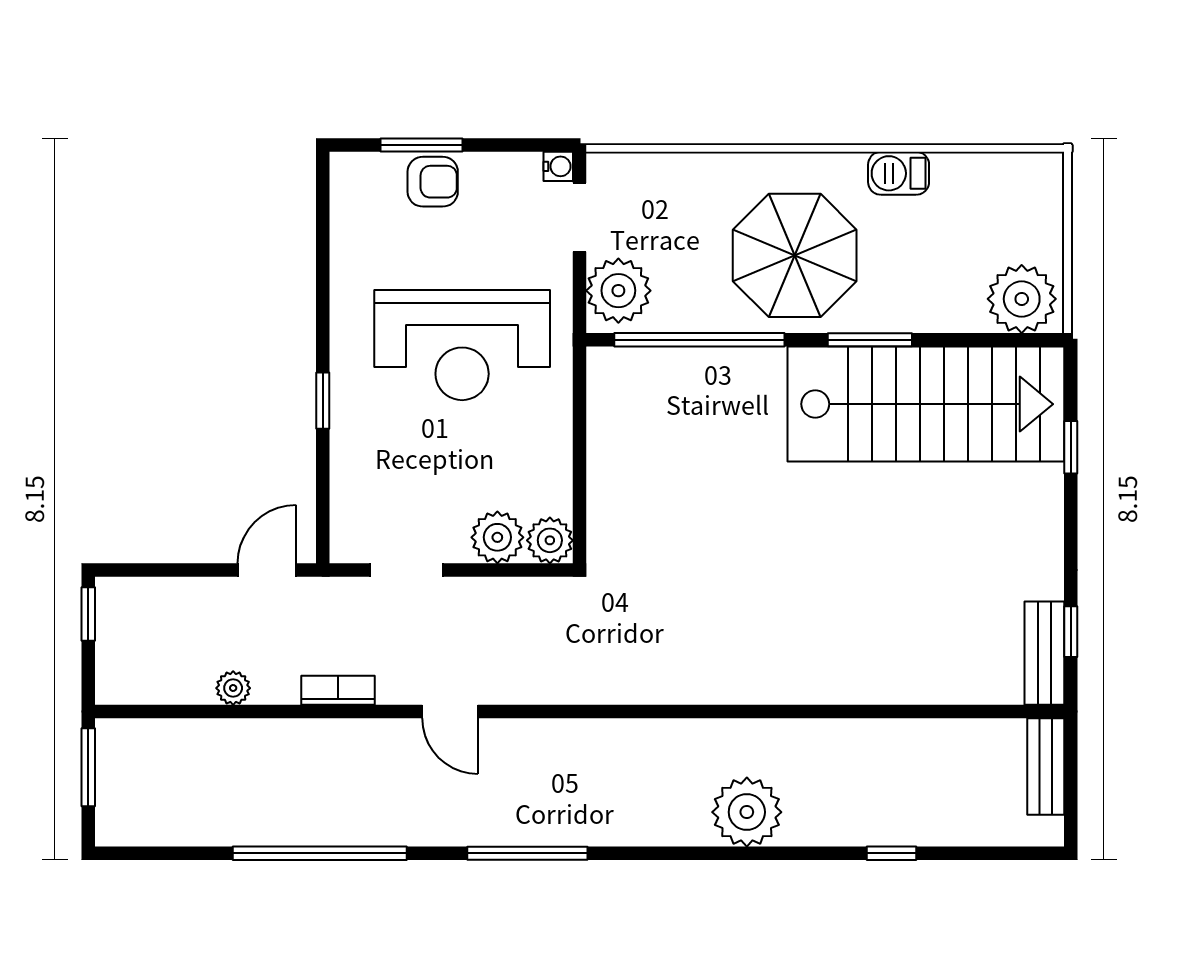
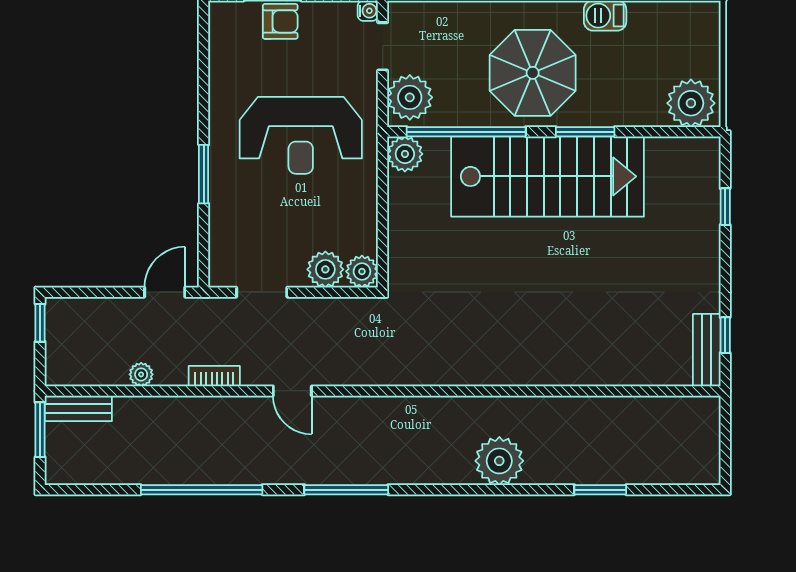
plant: (611, 372) -> (405, 154), added
window: (323, 401) -> (204, 174), width x1.50
stairs: (926, 404) -> (548, 176), moved
bench: (1046, 766) -> (78, 408), moved, turned 90
window: (891, 853) -> (600, 490), width x1.50

